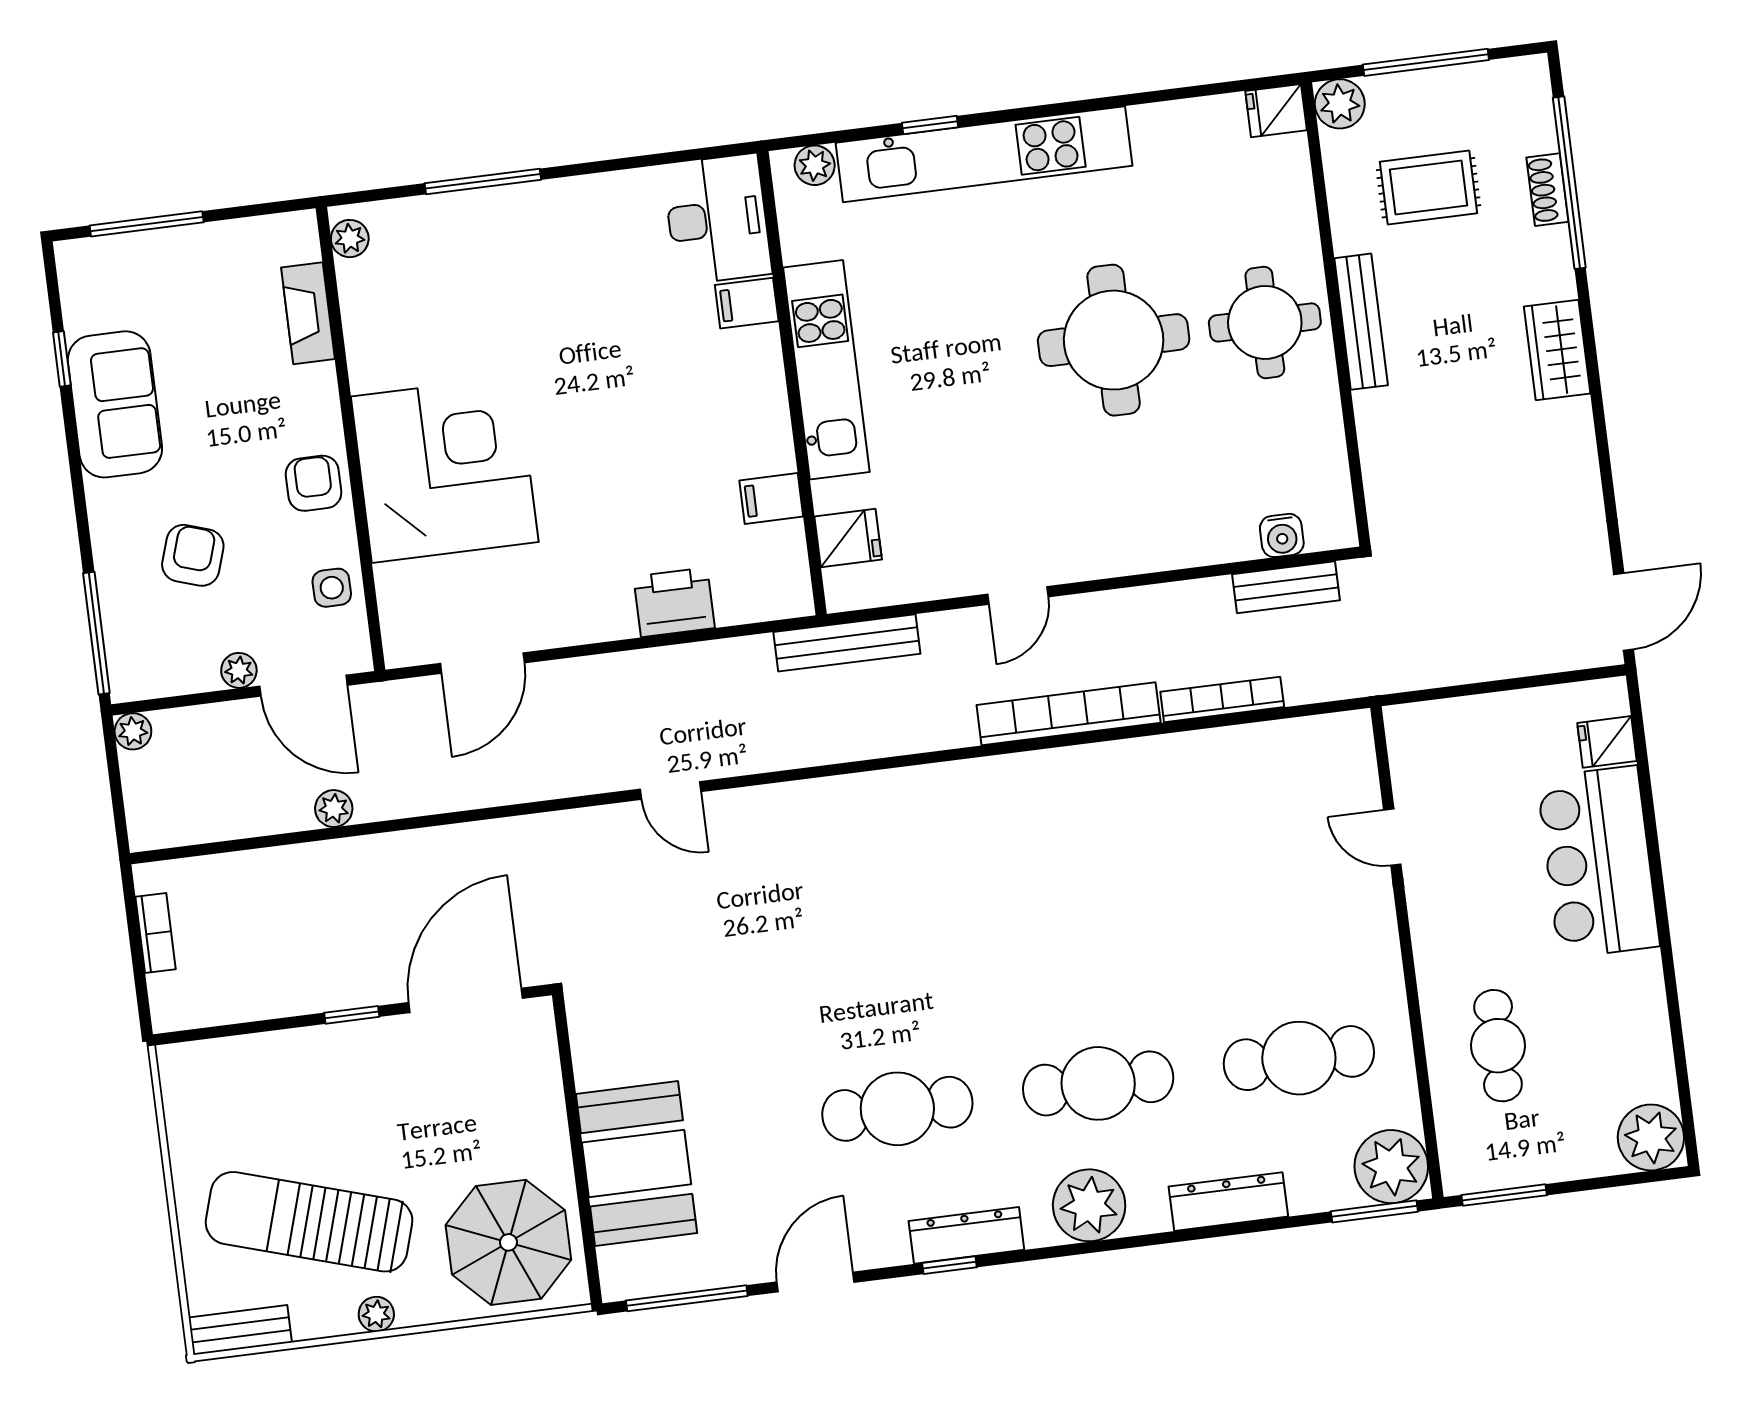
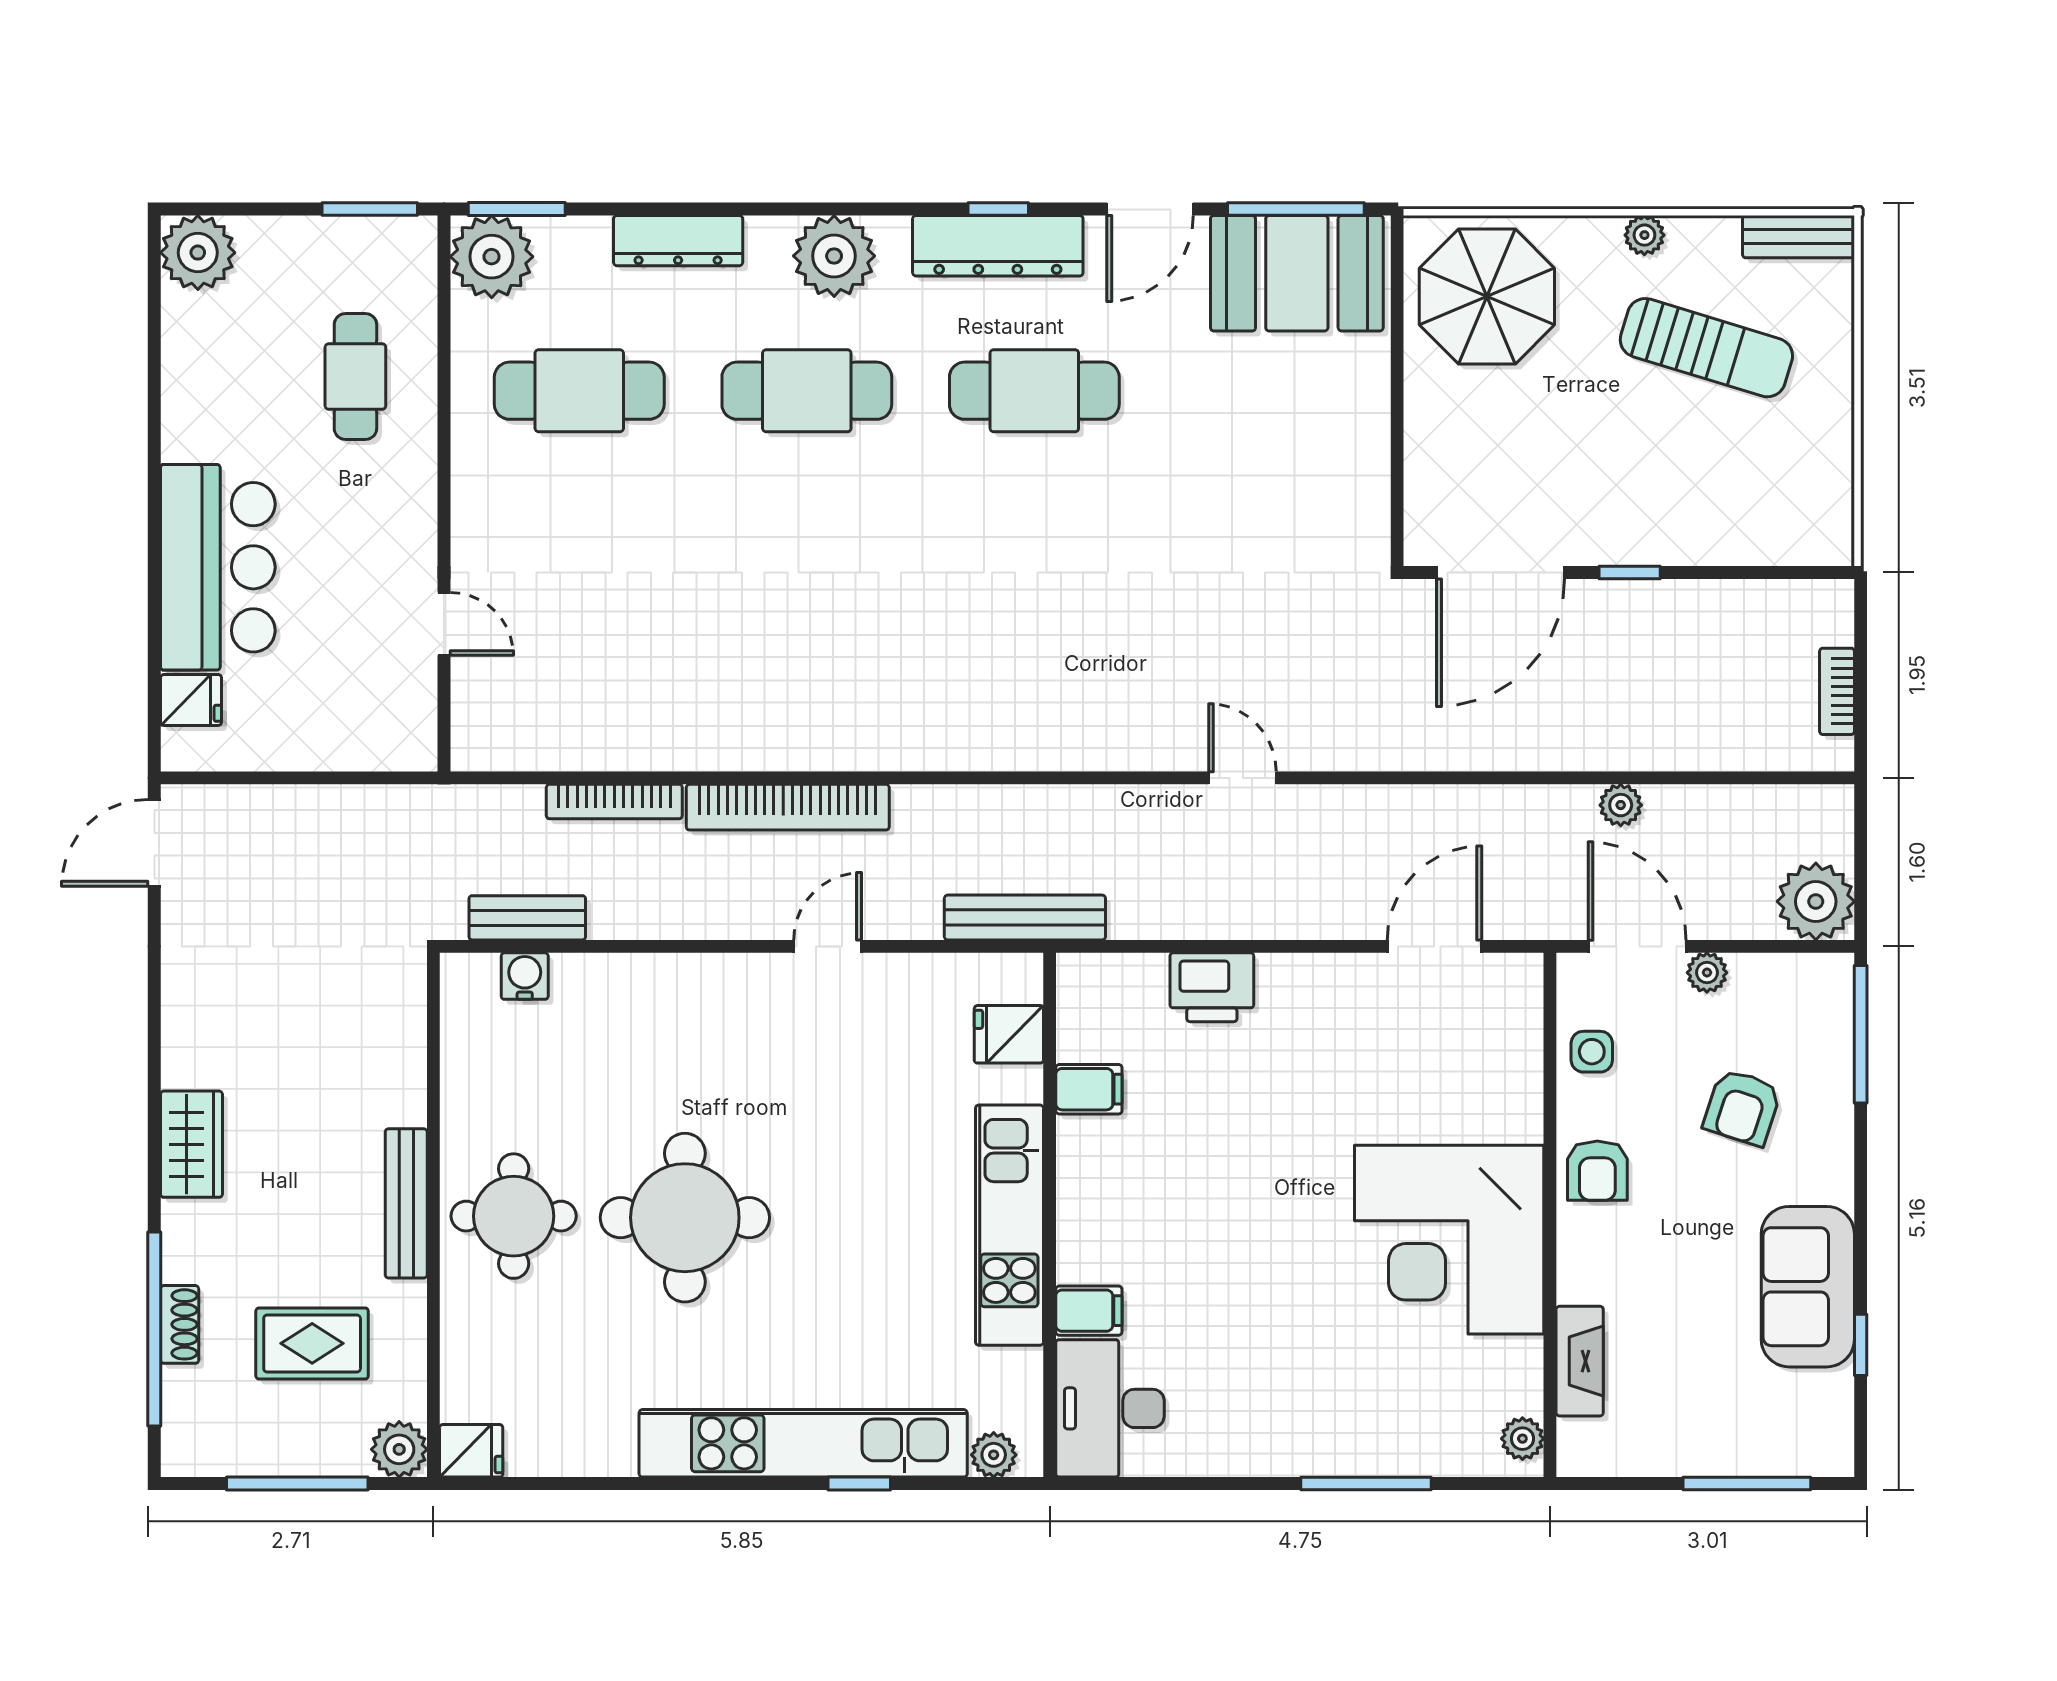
corner desk: (445, 469) -> (1449, 1240), moved
plant: (133, 731) -> (1816, 901), width x1.88, depth x1.88
booth: (636, 1163) -> (1297, 273), moved, turned 90
sun lounger: (309, 1222) -> (1706, 348), width x0.73, depth x0.75
dresser: (966, 1235) -> (998, 246), width x1.37, depth x1.24

